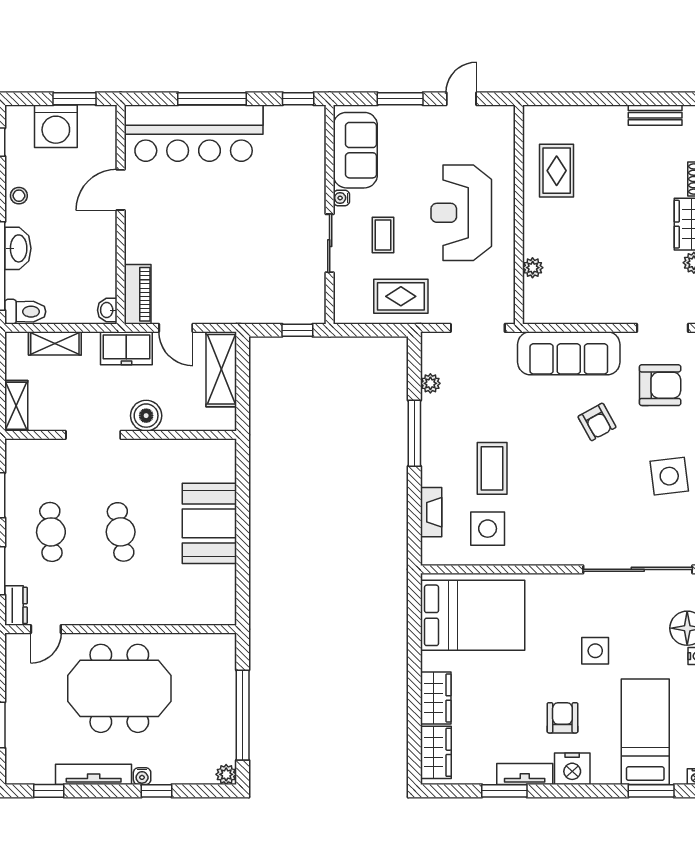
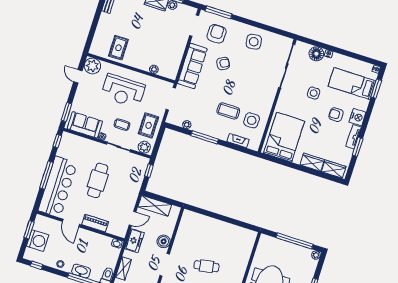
window: (400, 99) -> (66, 112), moved
plant: (496, 124) -> (92, 66), added
rug: (557, 171) -> (118, 48), turned 90
cafe table: (237, 220) -> (98, 180), added
piano: (138, 294) -> (95, 223), moved
plant: (348, 302) -> (144, 147), added
booth: (209, 523) -> (214, 230), removed

